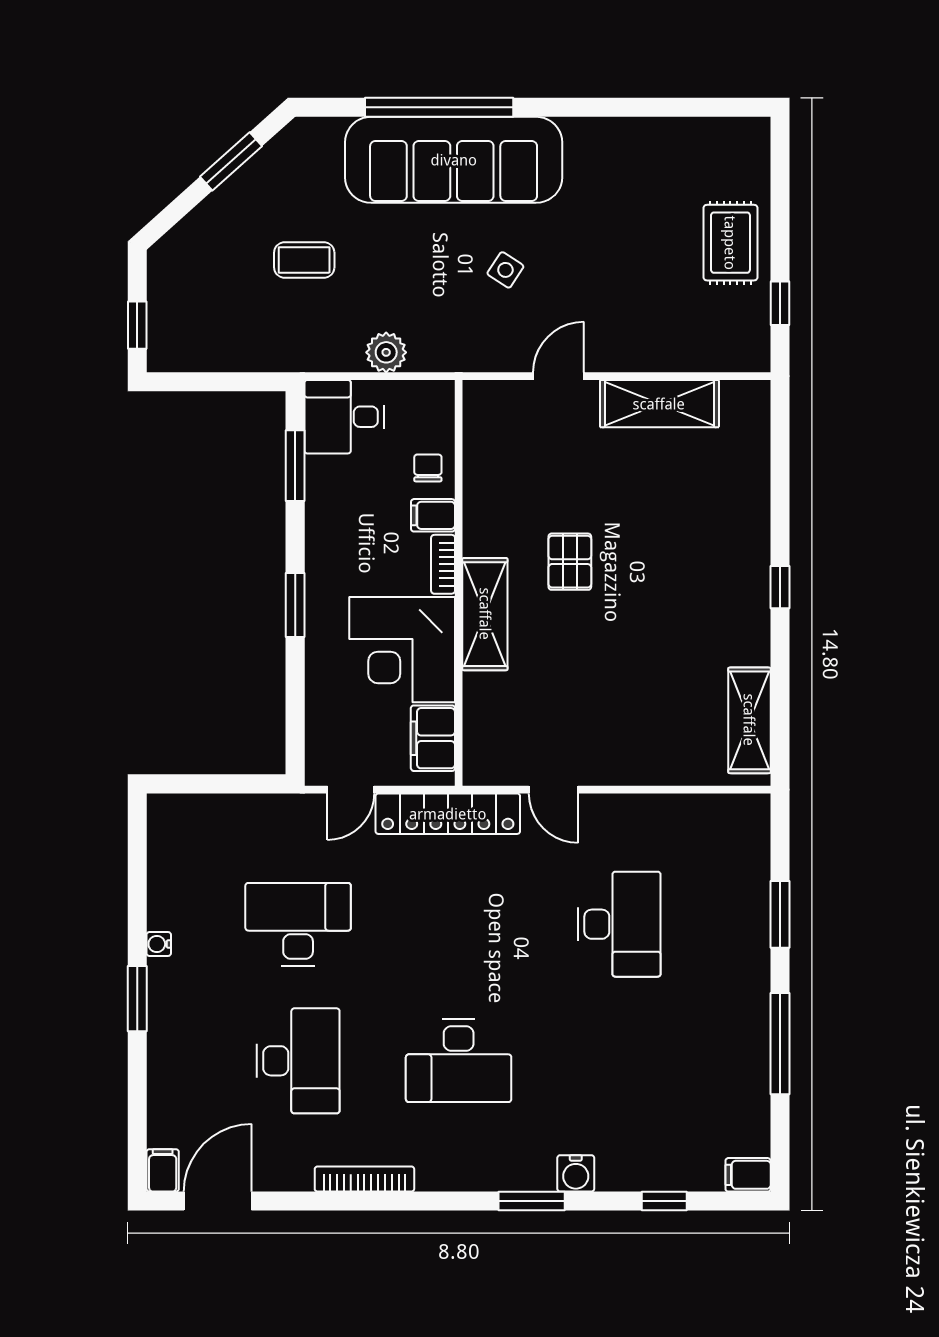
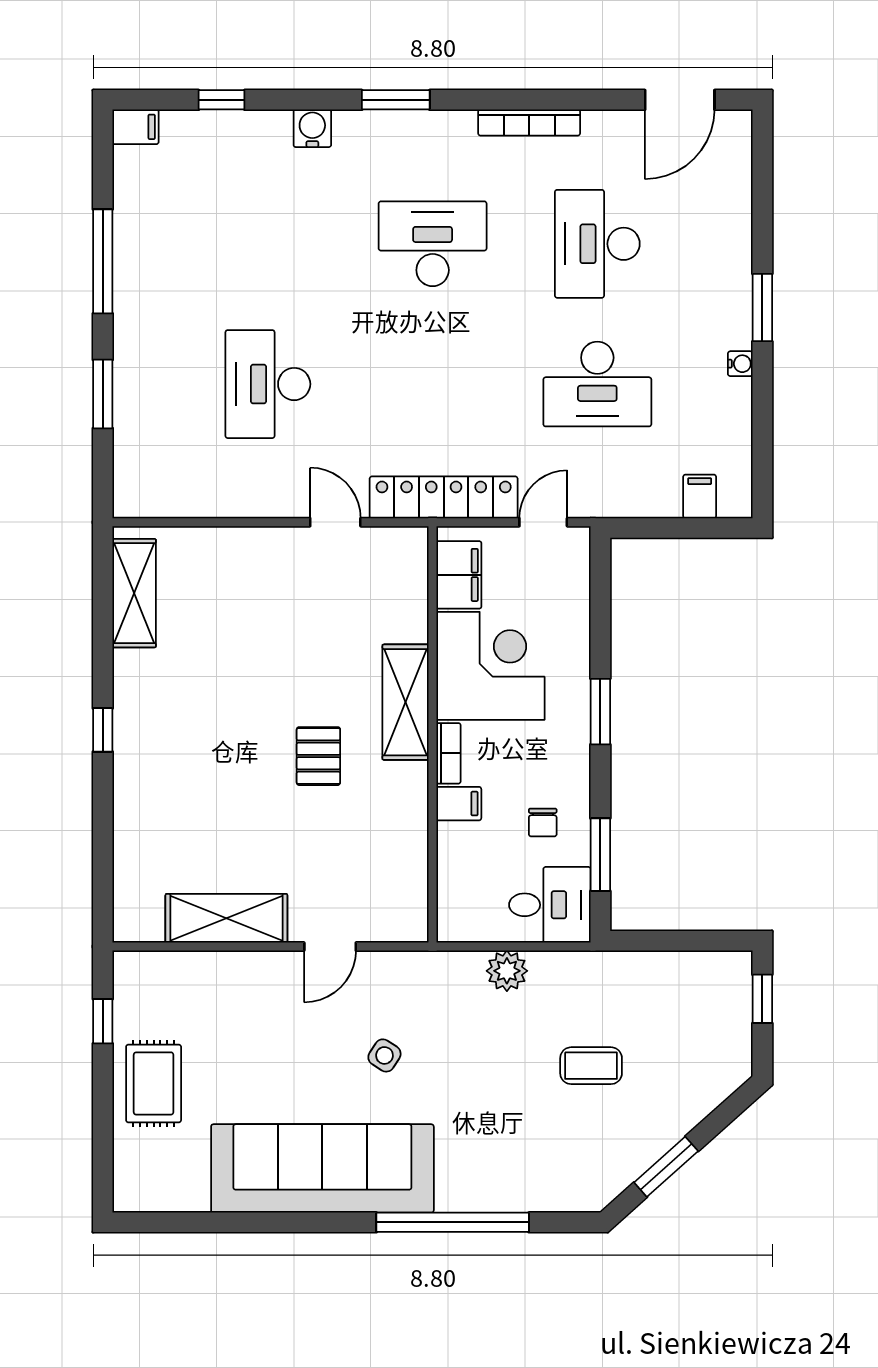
sofa: (454, 160) -> (322, 1168), moved
chair: (428, 468) -> (543, 822), moved
filing cabinet: (163, 1170) -> (700, 496), moved, turned 180
window: (532, 1201) -> (396, 100), moved

